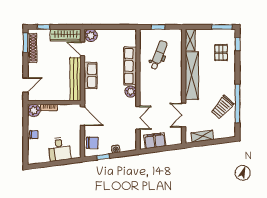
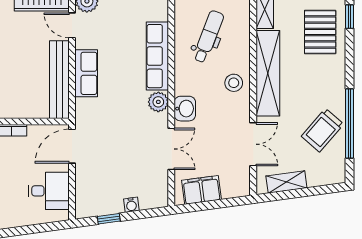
pallet: (221, 53) -> (320, 32), width x1.50, depth x1.42
stool: (173, 81) -> (234, 83), added
washbasin: (146, 95) -> (185, 109), added
double door: (184, 115) -> (253, 144), swing flipped
door: (83, 116) -> (72, 146), swing flipped
chair: (92, 143) -> (89, 194), removed
desk: (59, 149) -> (49, 191), moved, turned -82

